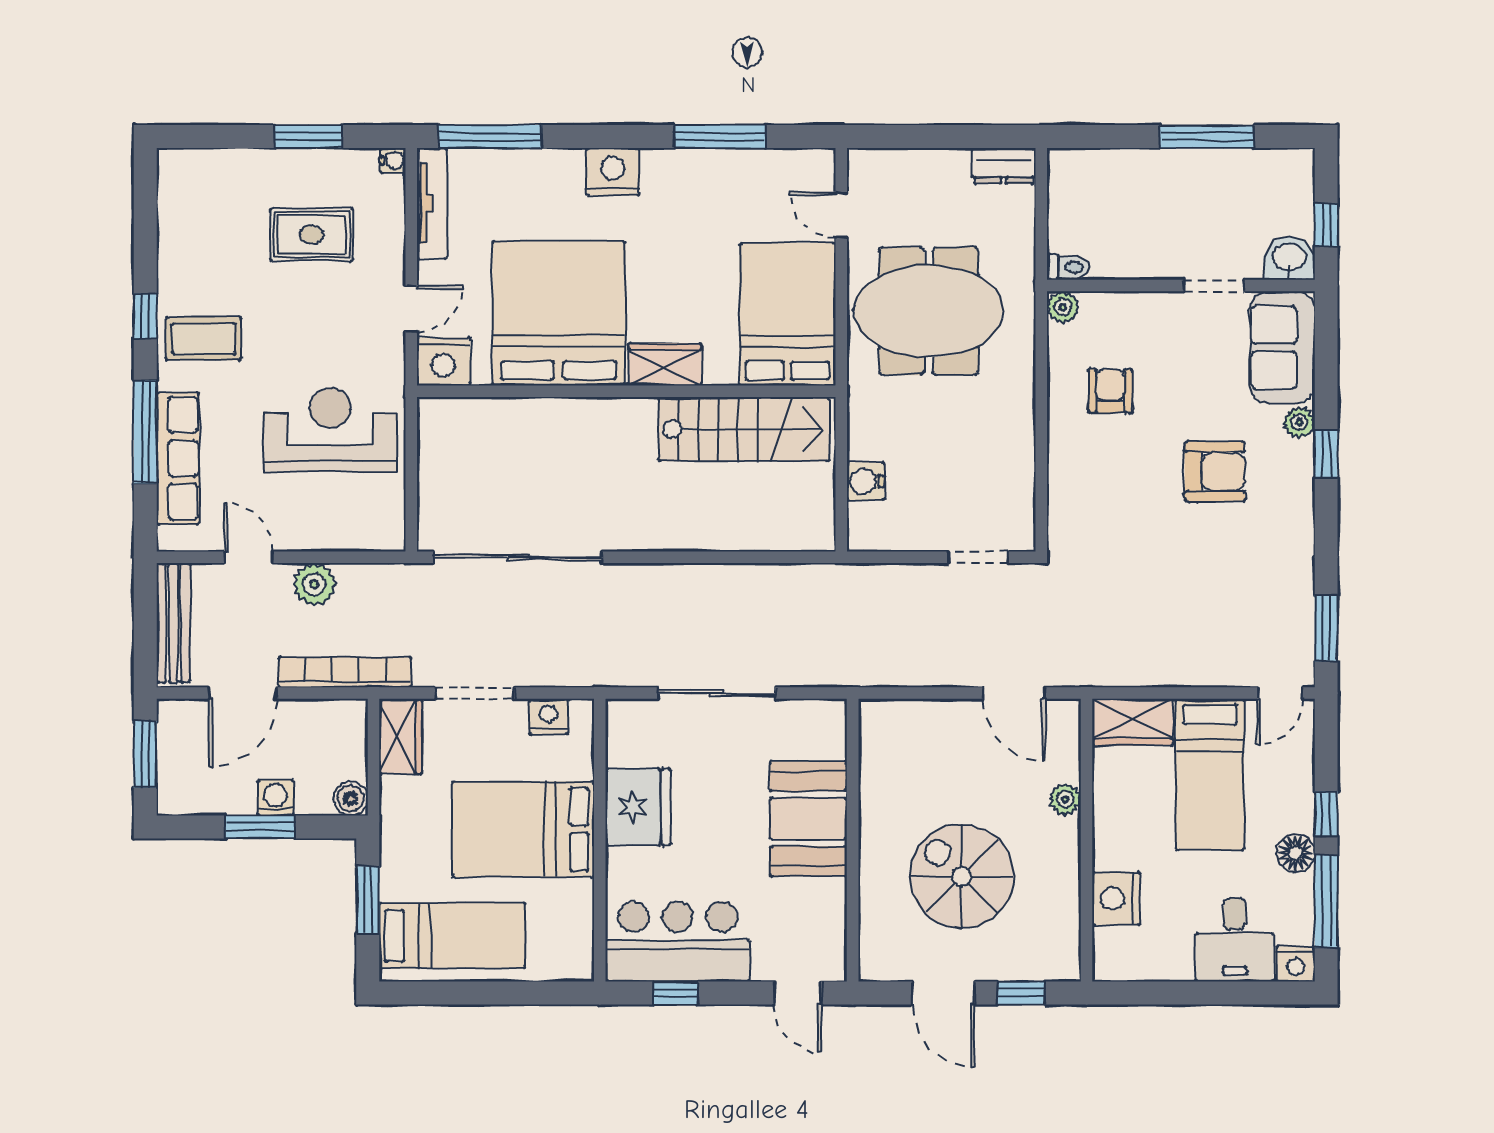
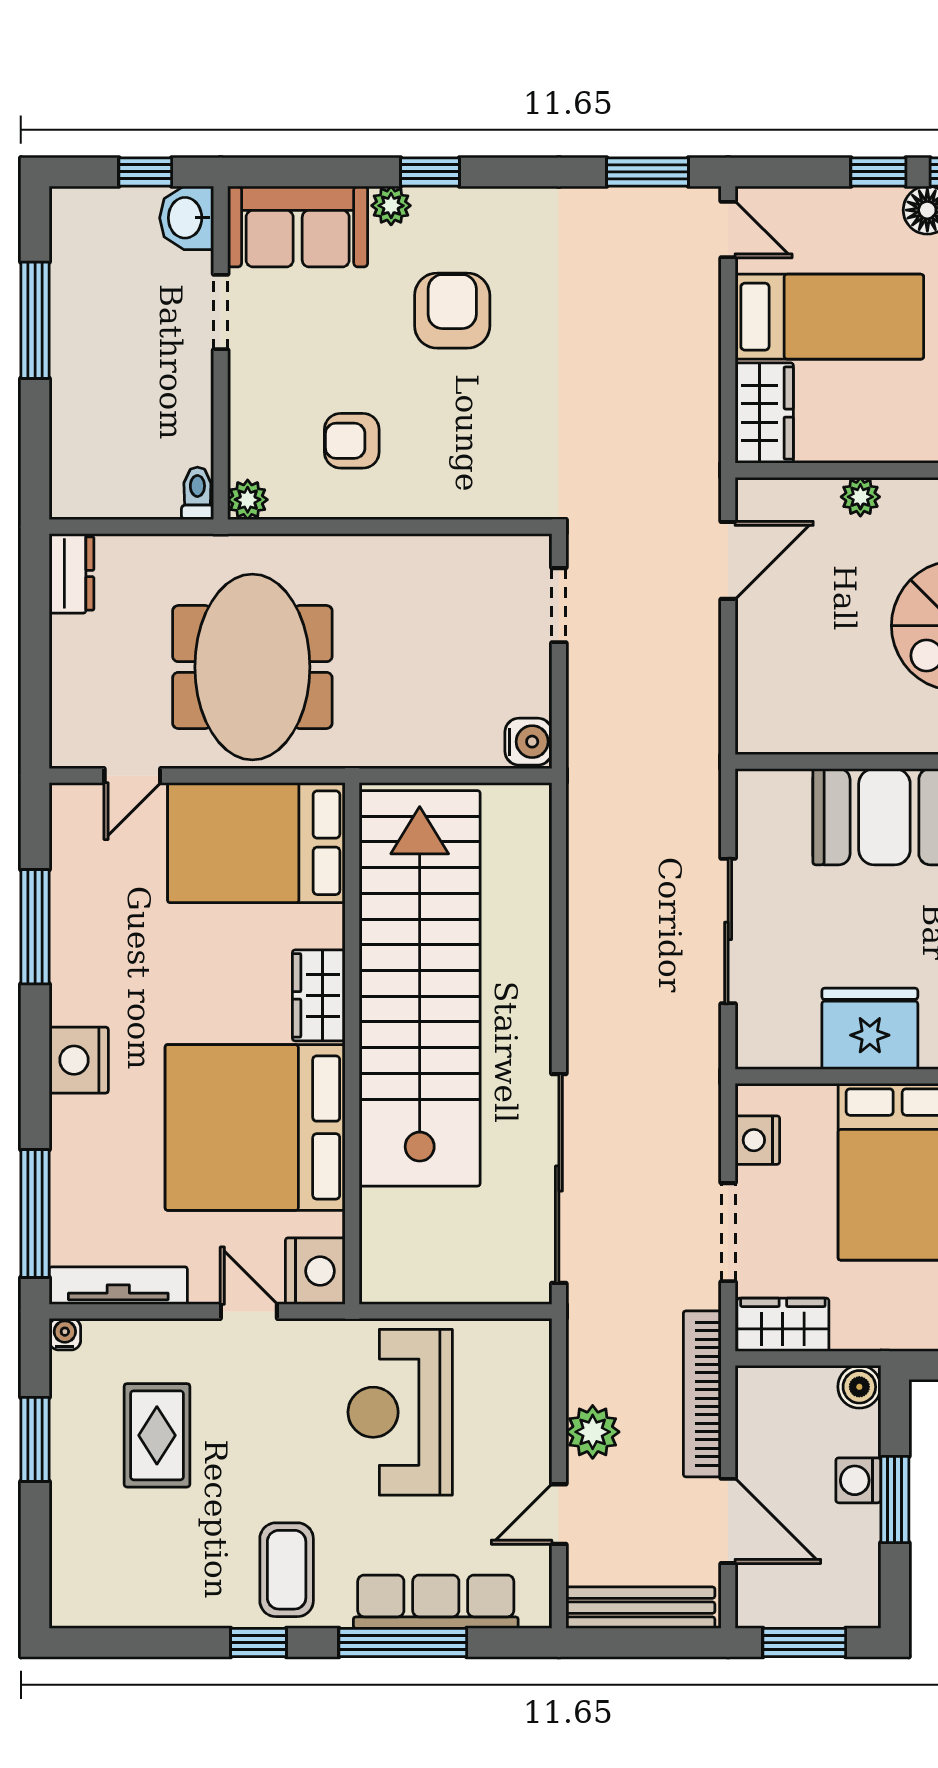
stairs: (744, 429) -> (420, 988), width x1.86, depth x1.51
water cooler: (866, 481) -> (528, 742), moved, turned -90

